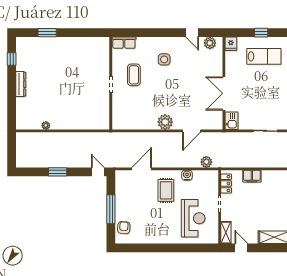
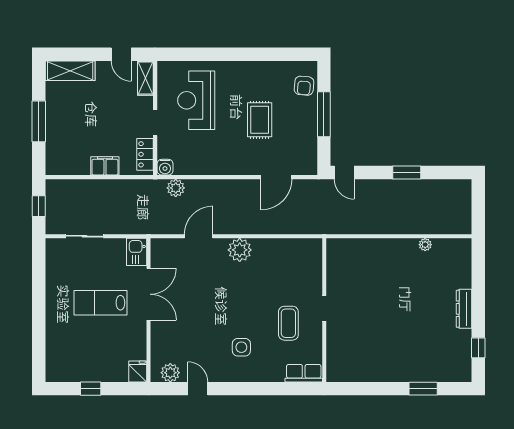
lab bench: (264, 56) -> (100, 303), moved
water cooler: (187, 175) -> (165, 167), moved
rug: (166, 190) -> (260, 120), moved

